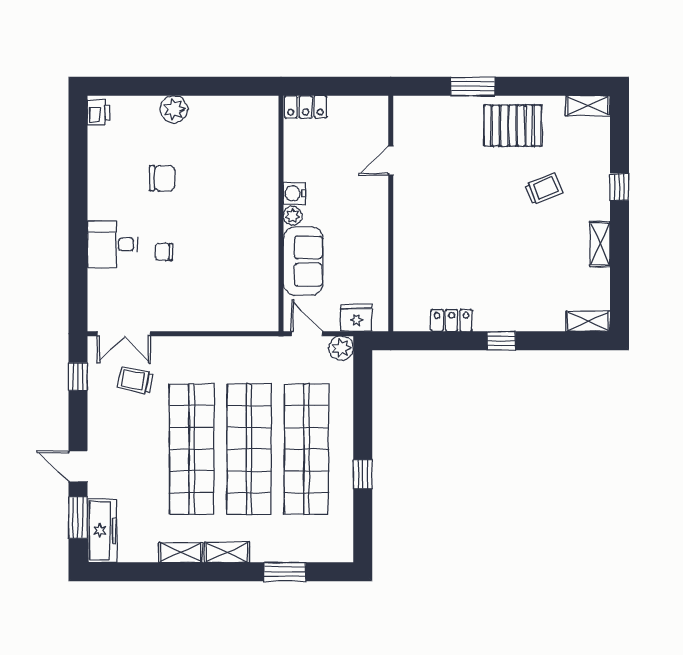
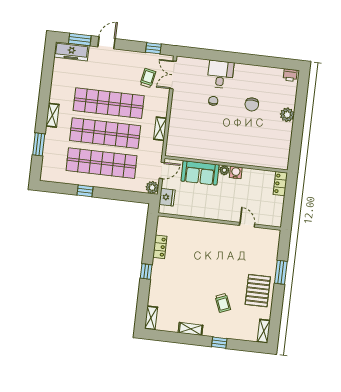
shelving: (181, 553) -> (160, 129), moved

